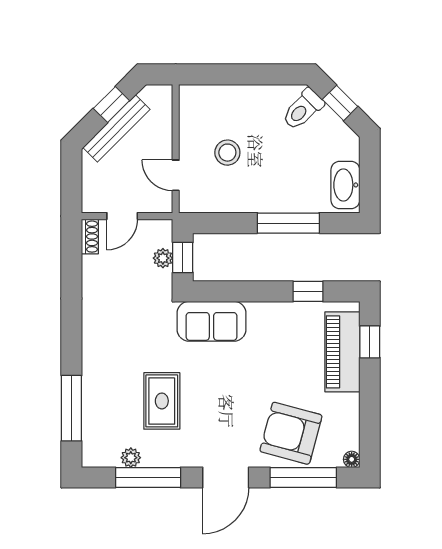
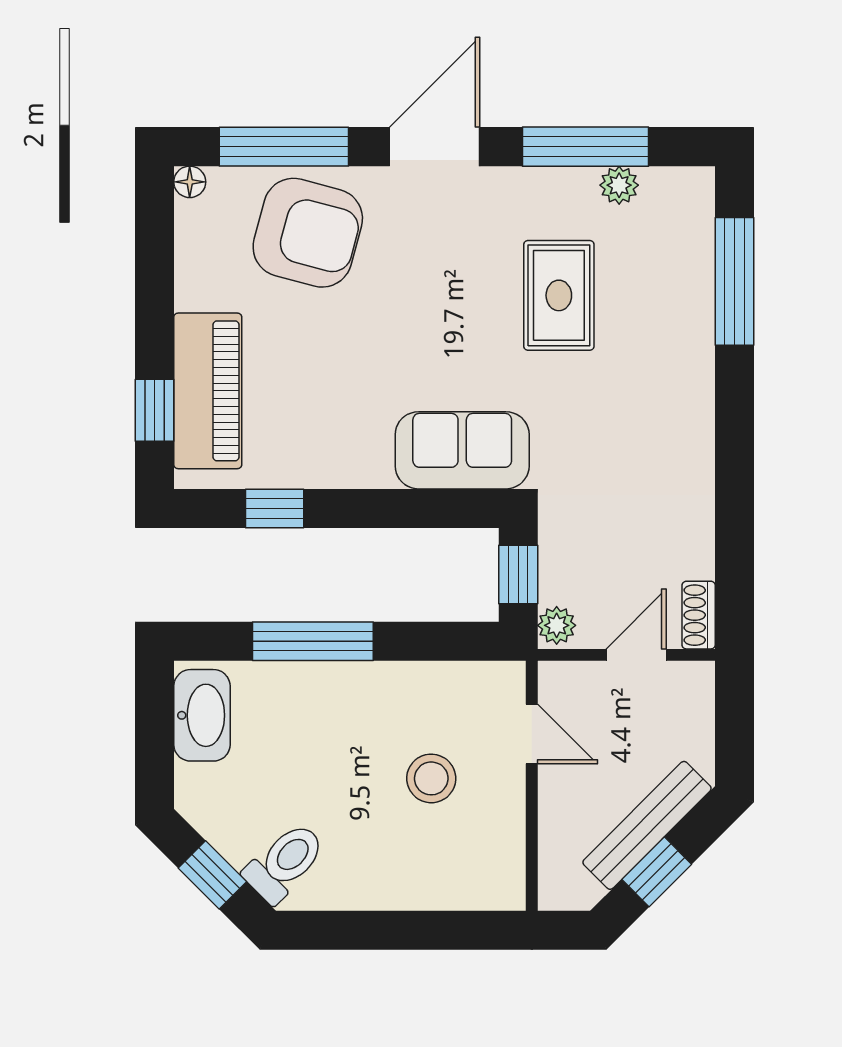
plant: (163, 258) -> (557, 625), moved

